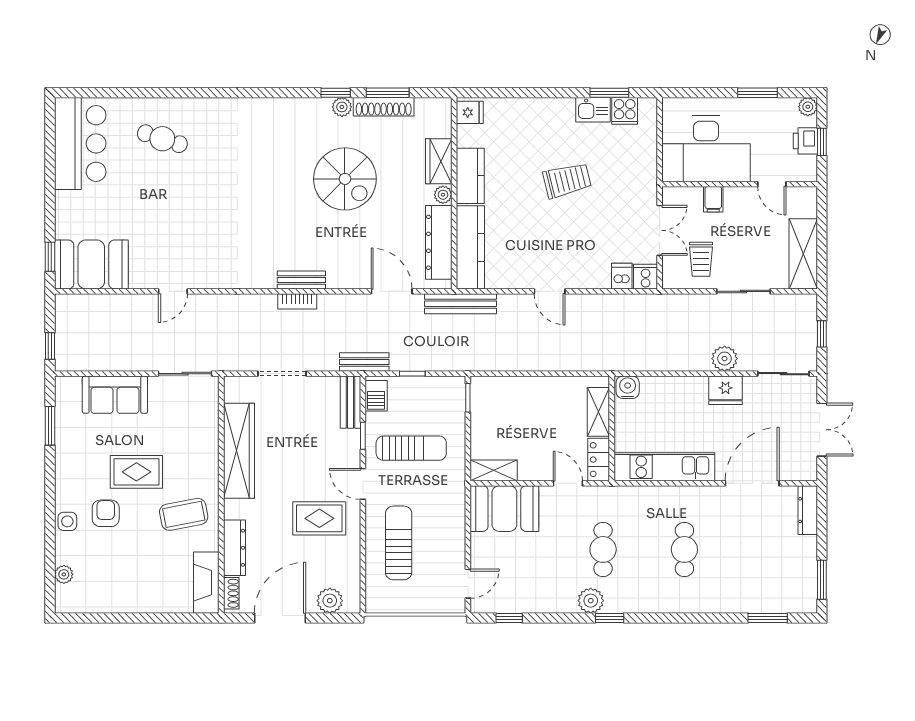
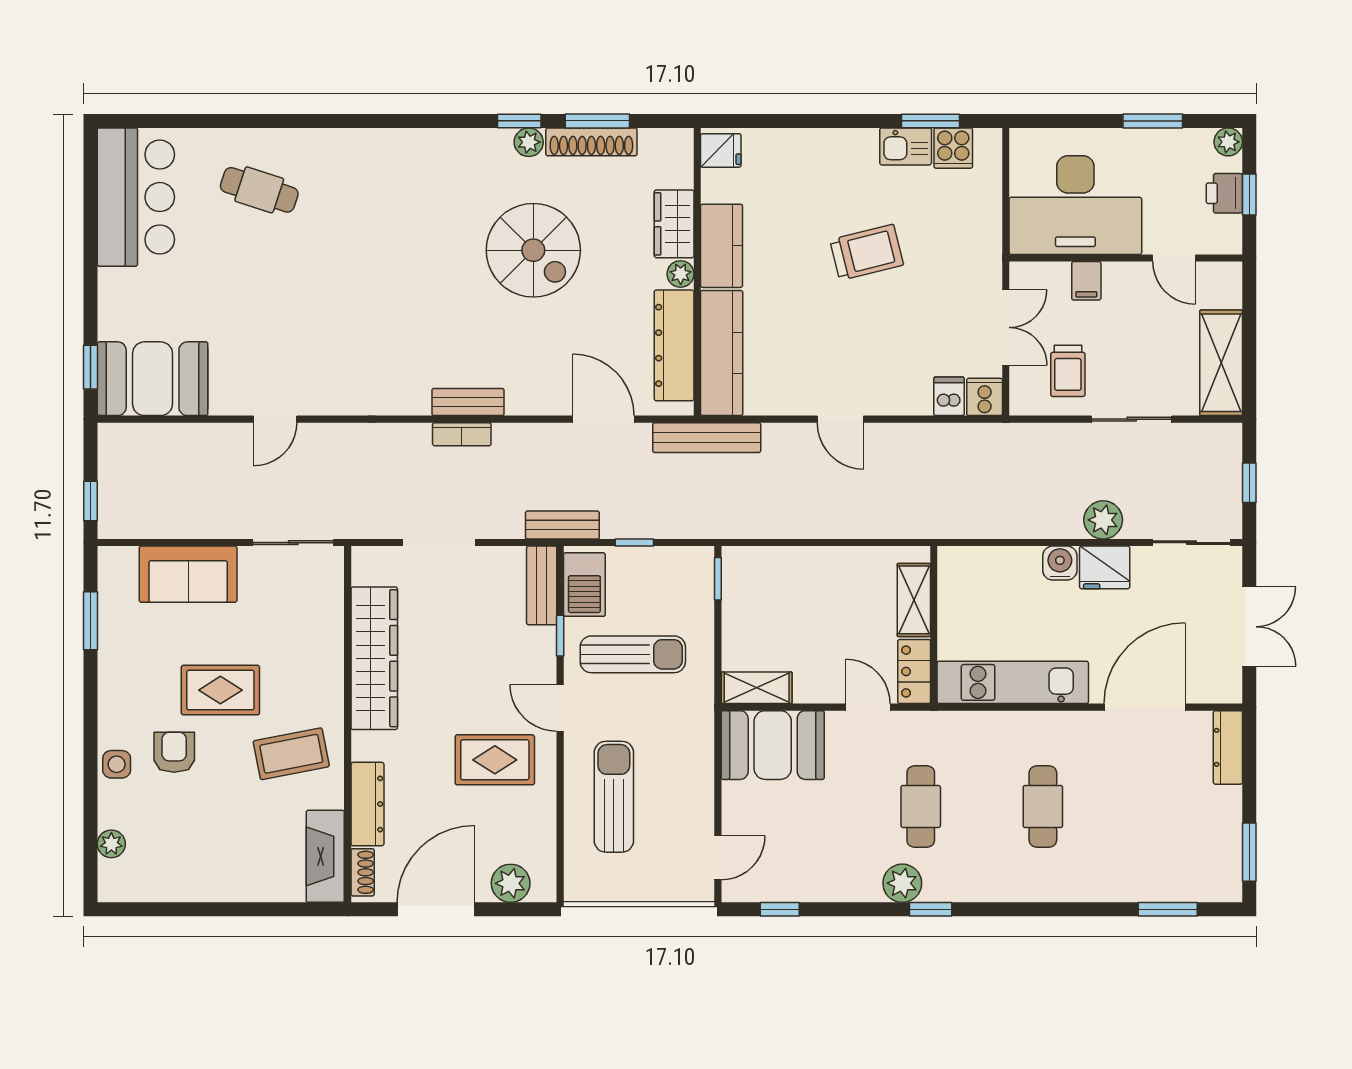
water cooler: (628, 387) -> (1060, 563), moved
barbecue: (376, 396) -> (584, 585), width x1.38, depth x1.27

